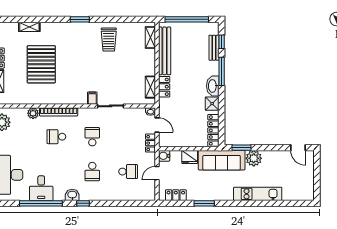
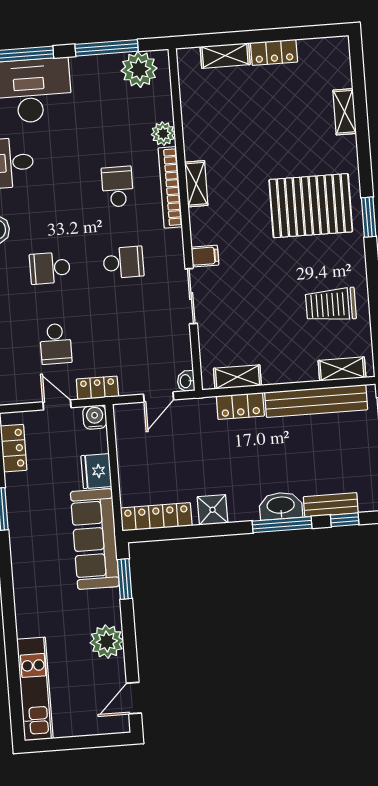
trolley: (109, 40) -> (331, 305), moved
pallet: (41, 64) -> (311, 206), moved
washbasin: (213, 86) -> (281, 506), moved
shelving: (58, 100) -> (196, 184), added
locker: (150, 143) -> (97, 388), moved
plant: (254, 158) -> (107, 642), moved
kitchen unit: (258, 194) -> (35, 689), moved

